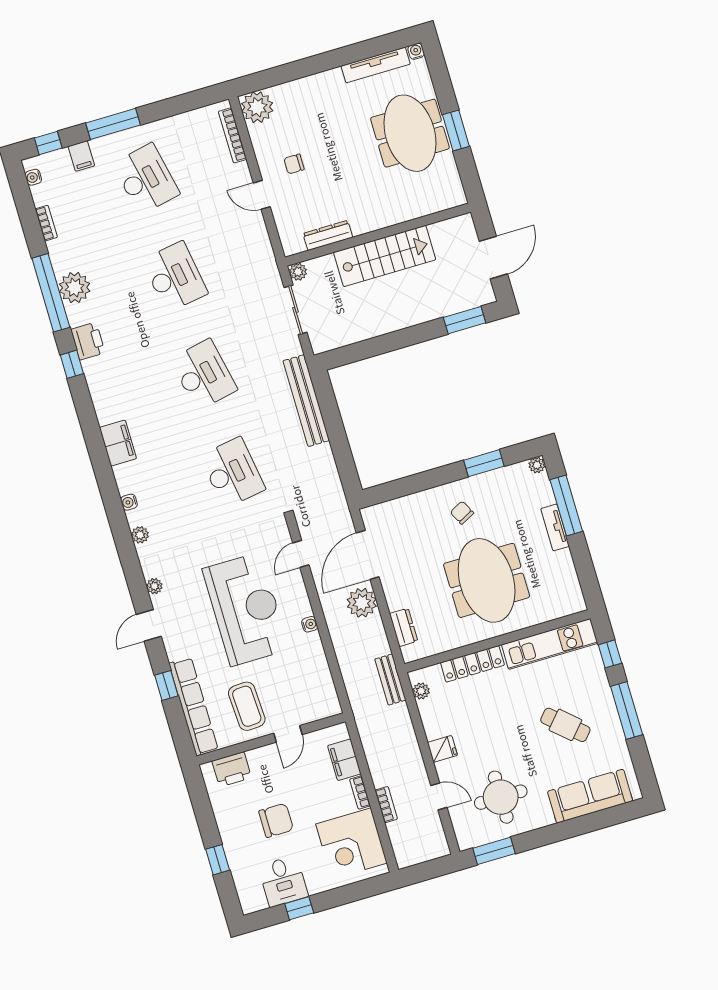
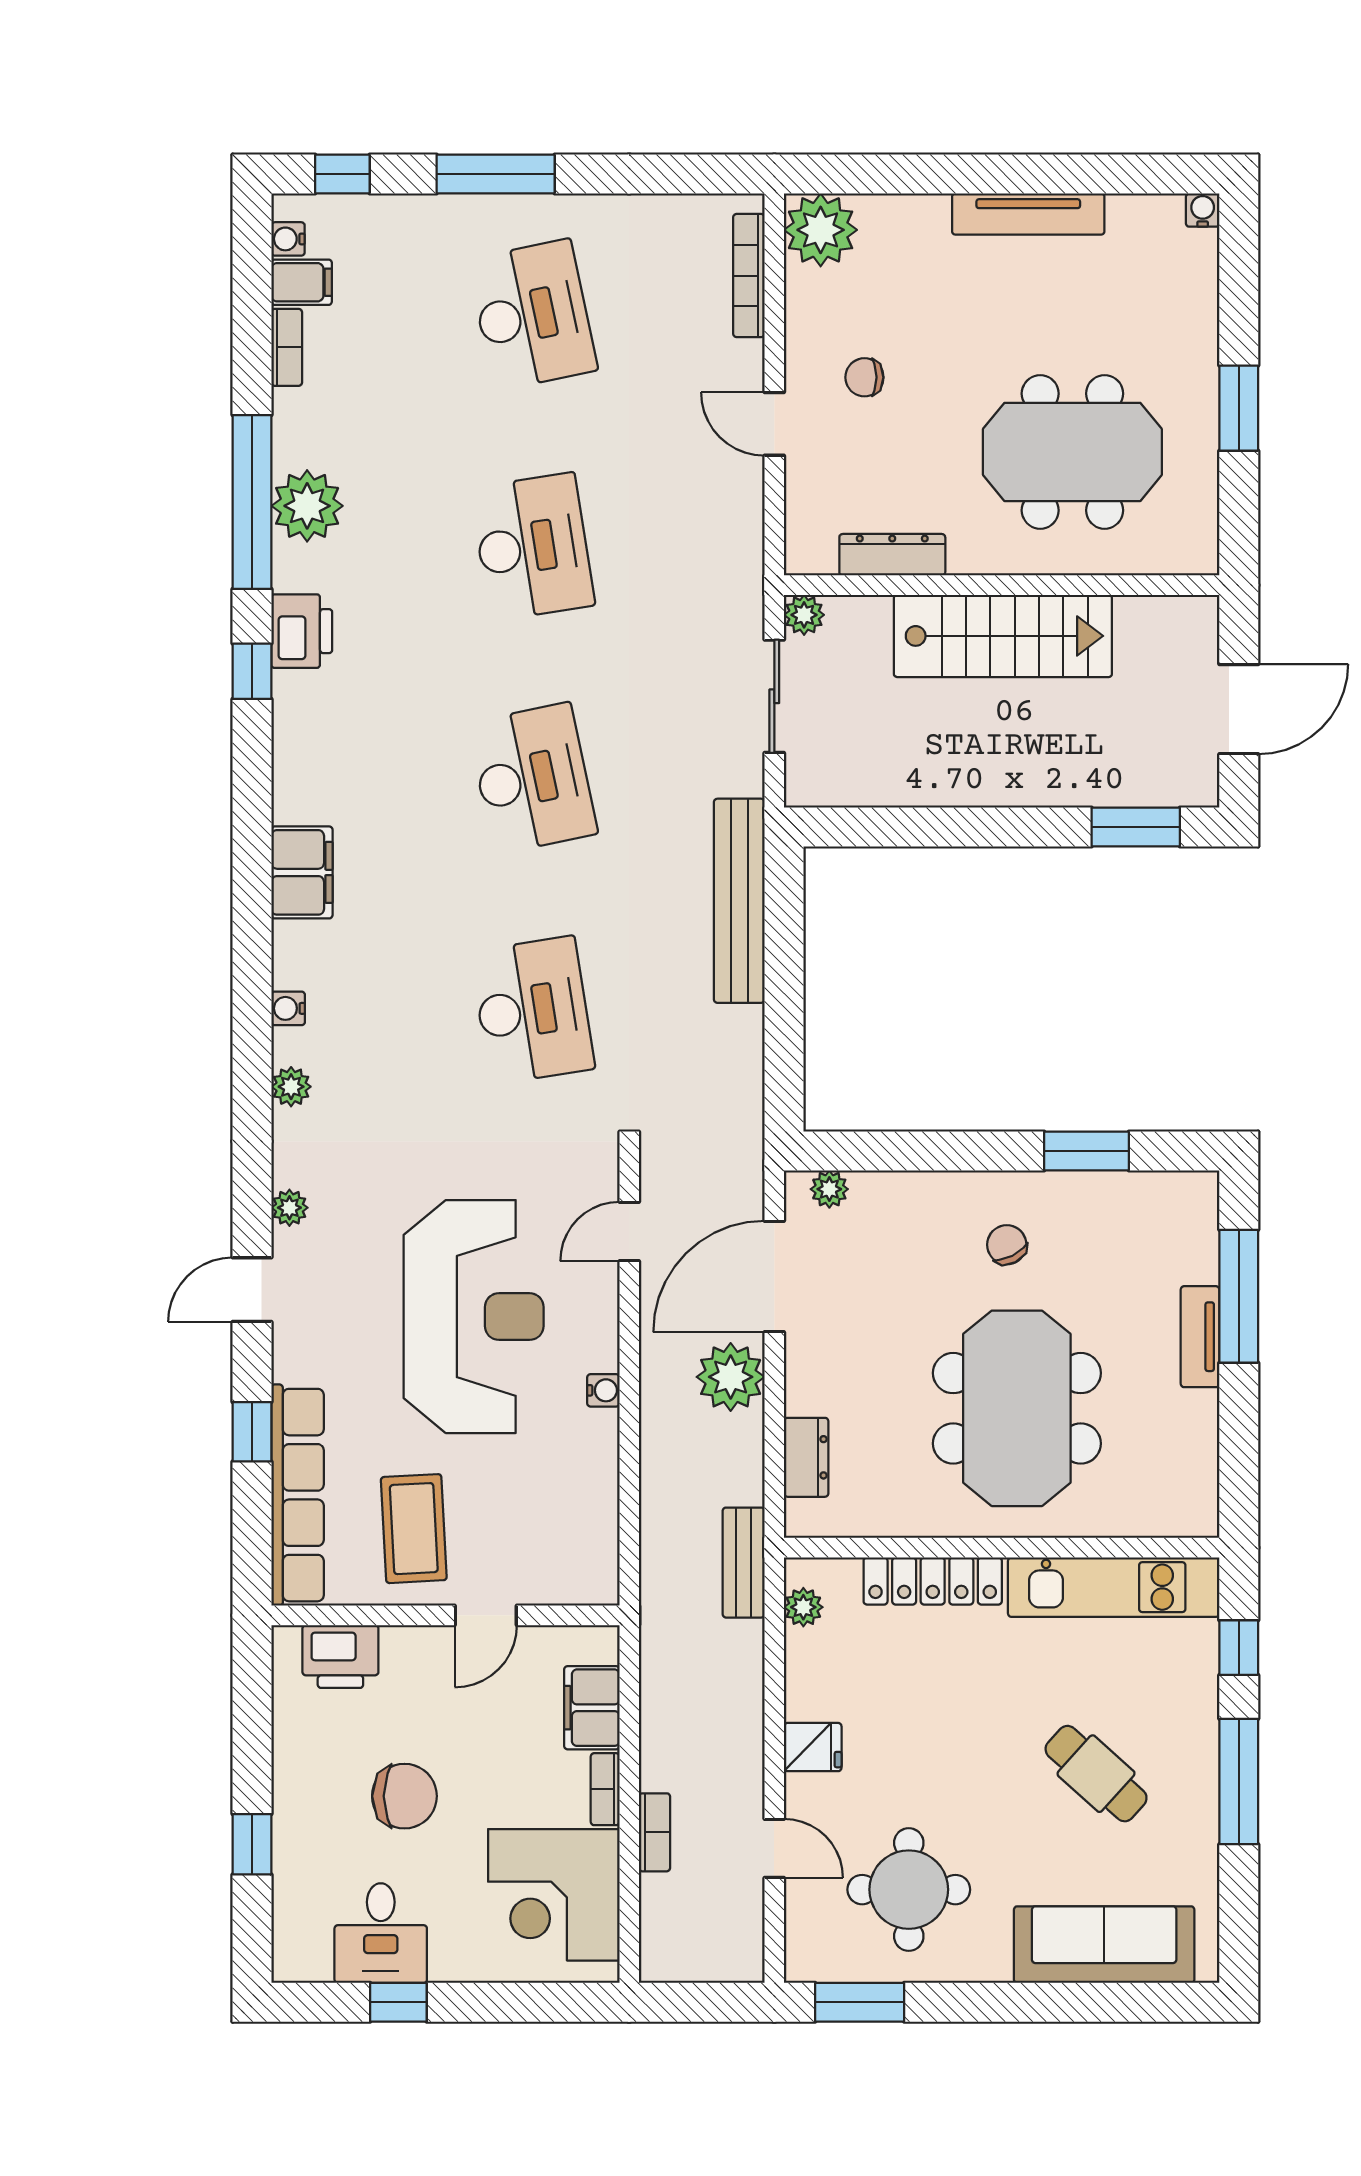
tv unit: (376, 65) -> (1028, 214), moved
meeting table: (410, 133) -> (1072, 452), moved, turned 90
filing cabinet: (81, 156) -> (302, 282), moved, turned -90
plant: (537, 465) -> (829, 1189), moved

